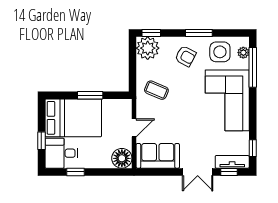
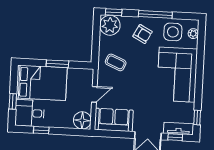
window: (199, 33) -> (155, 14), width x1.44
window: (253, 67) -> (201, 47), removed

